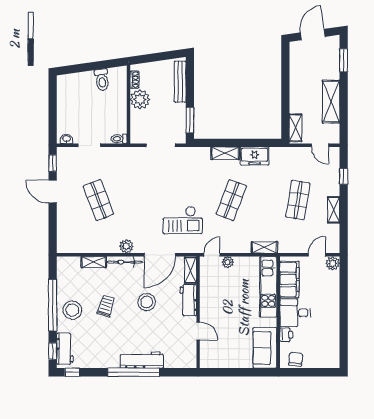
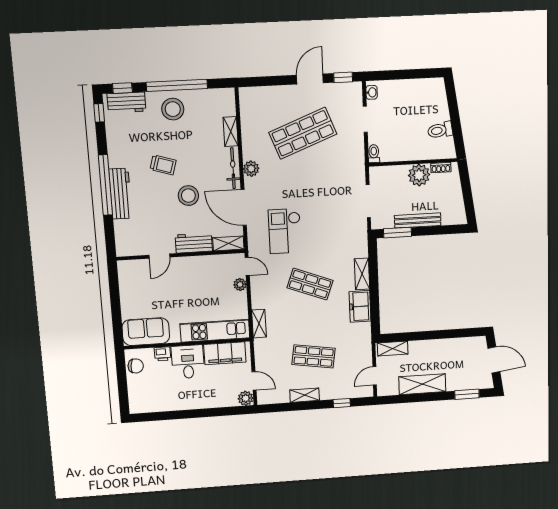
bench: (180, 82) -> (418, 220), moved
shop shelf: (98, 200) -> (303, 133), width x1.43, depth x1.36
trolley: (106, 306) -> (163, 165), moved

